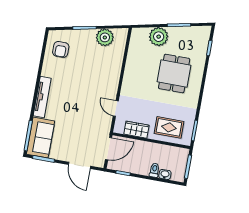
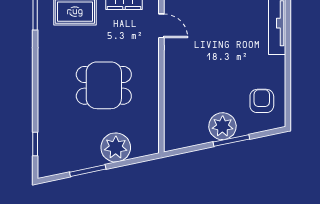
plant: (105, 37) -> (222, 126), moved
dining table: (174, 74) -> (104, 85), moved, turned 90

